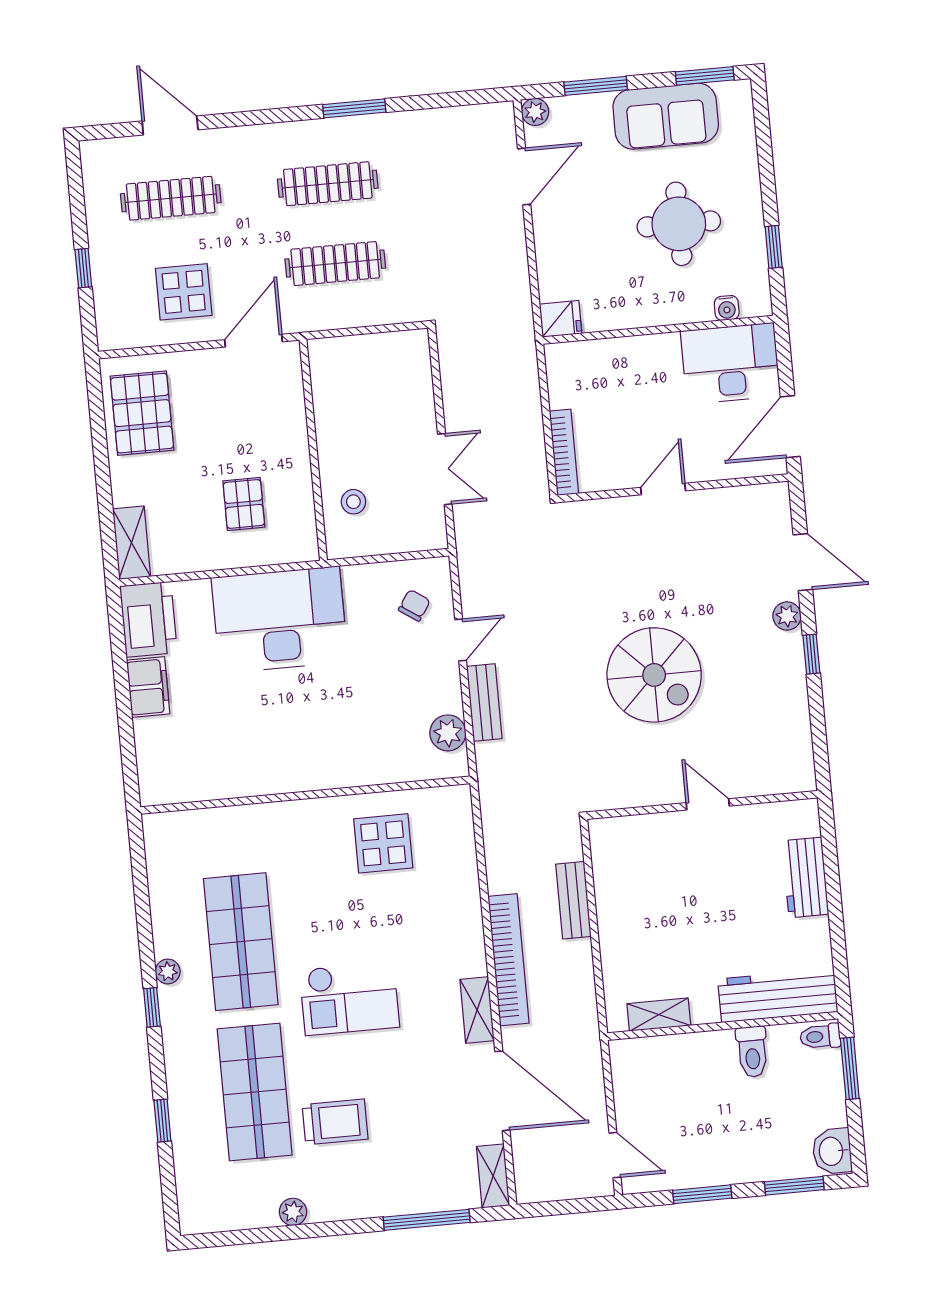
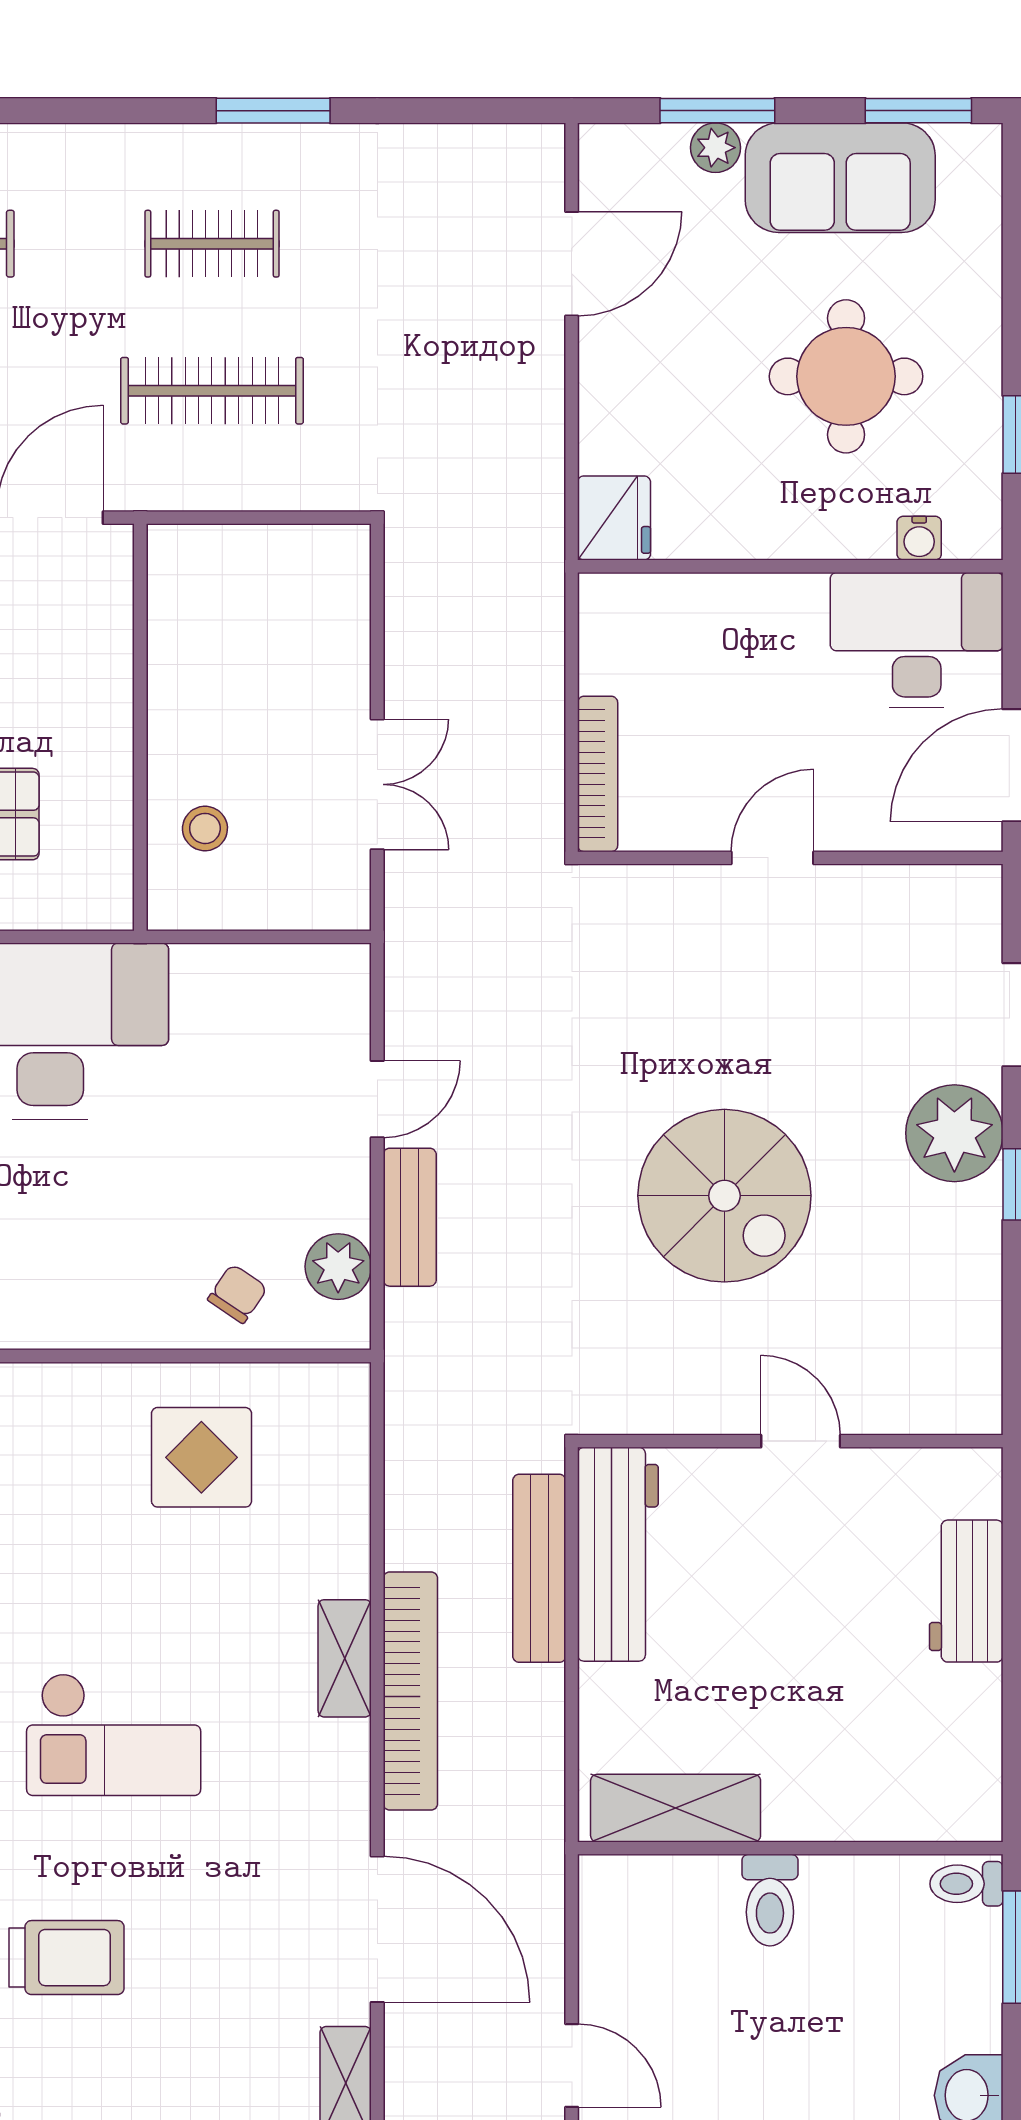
plant: (535, 112) -> (716, 148), moved
clothes rail: (328, 184) -> (212, 244), width x0.73
fridge: (561, 319) -> (614, 518), width x1.38
chair: (414, 605) -> (237, 1294), moved
plant: (787, 616) -> (954, 1133), width x1.88, depth x1.88
bench: (574, 900) -> (539, 1568), width x1.36
workbench: (778, 996) -> (618, 1554), moved, turned 90
shelving: (477, 1010) -> (345, 1658), moved
shelving: (659, 1015) -> (676, 1808), width x1.50, depth x1.33
toilet: (752, 1052) -> (770, 1900), moved

